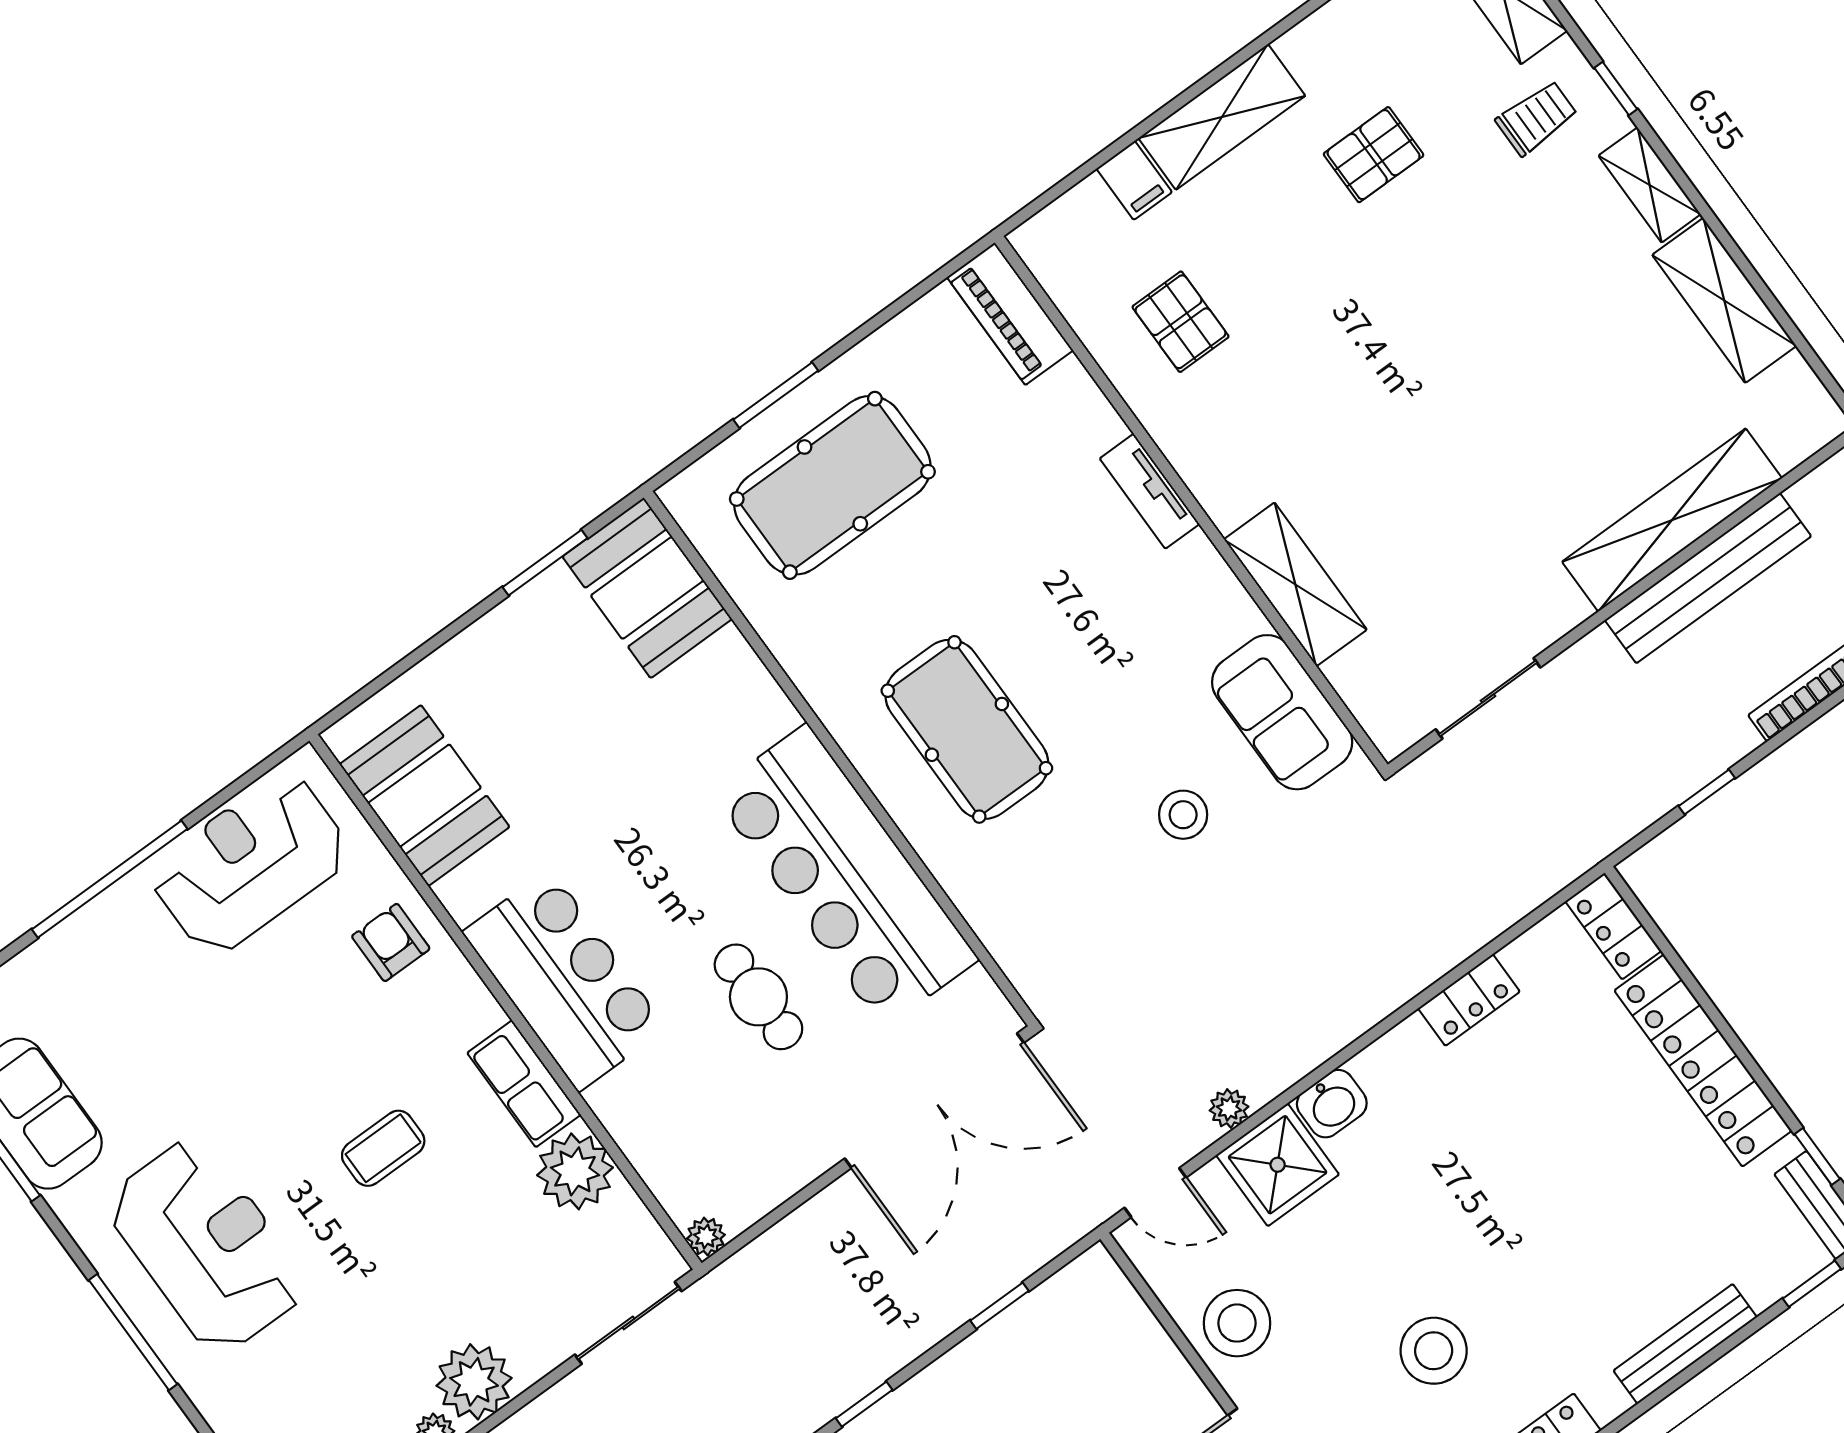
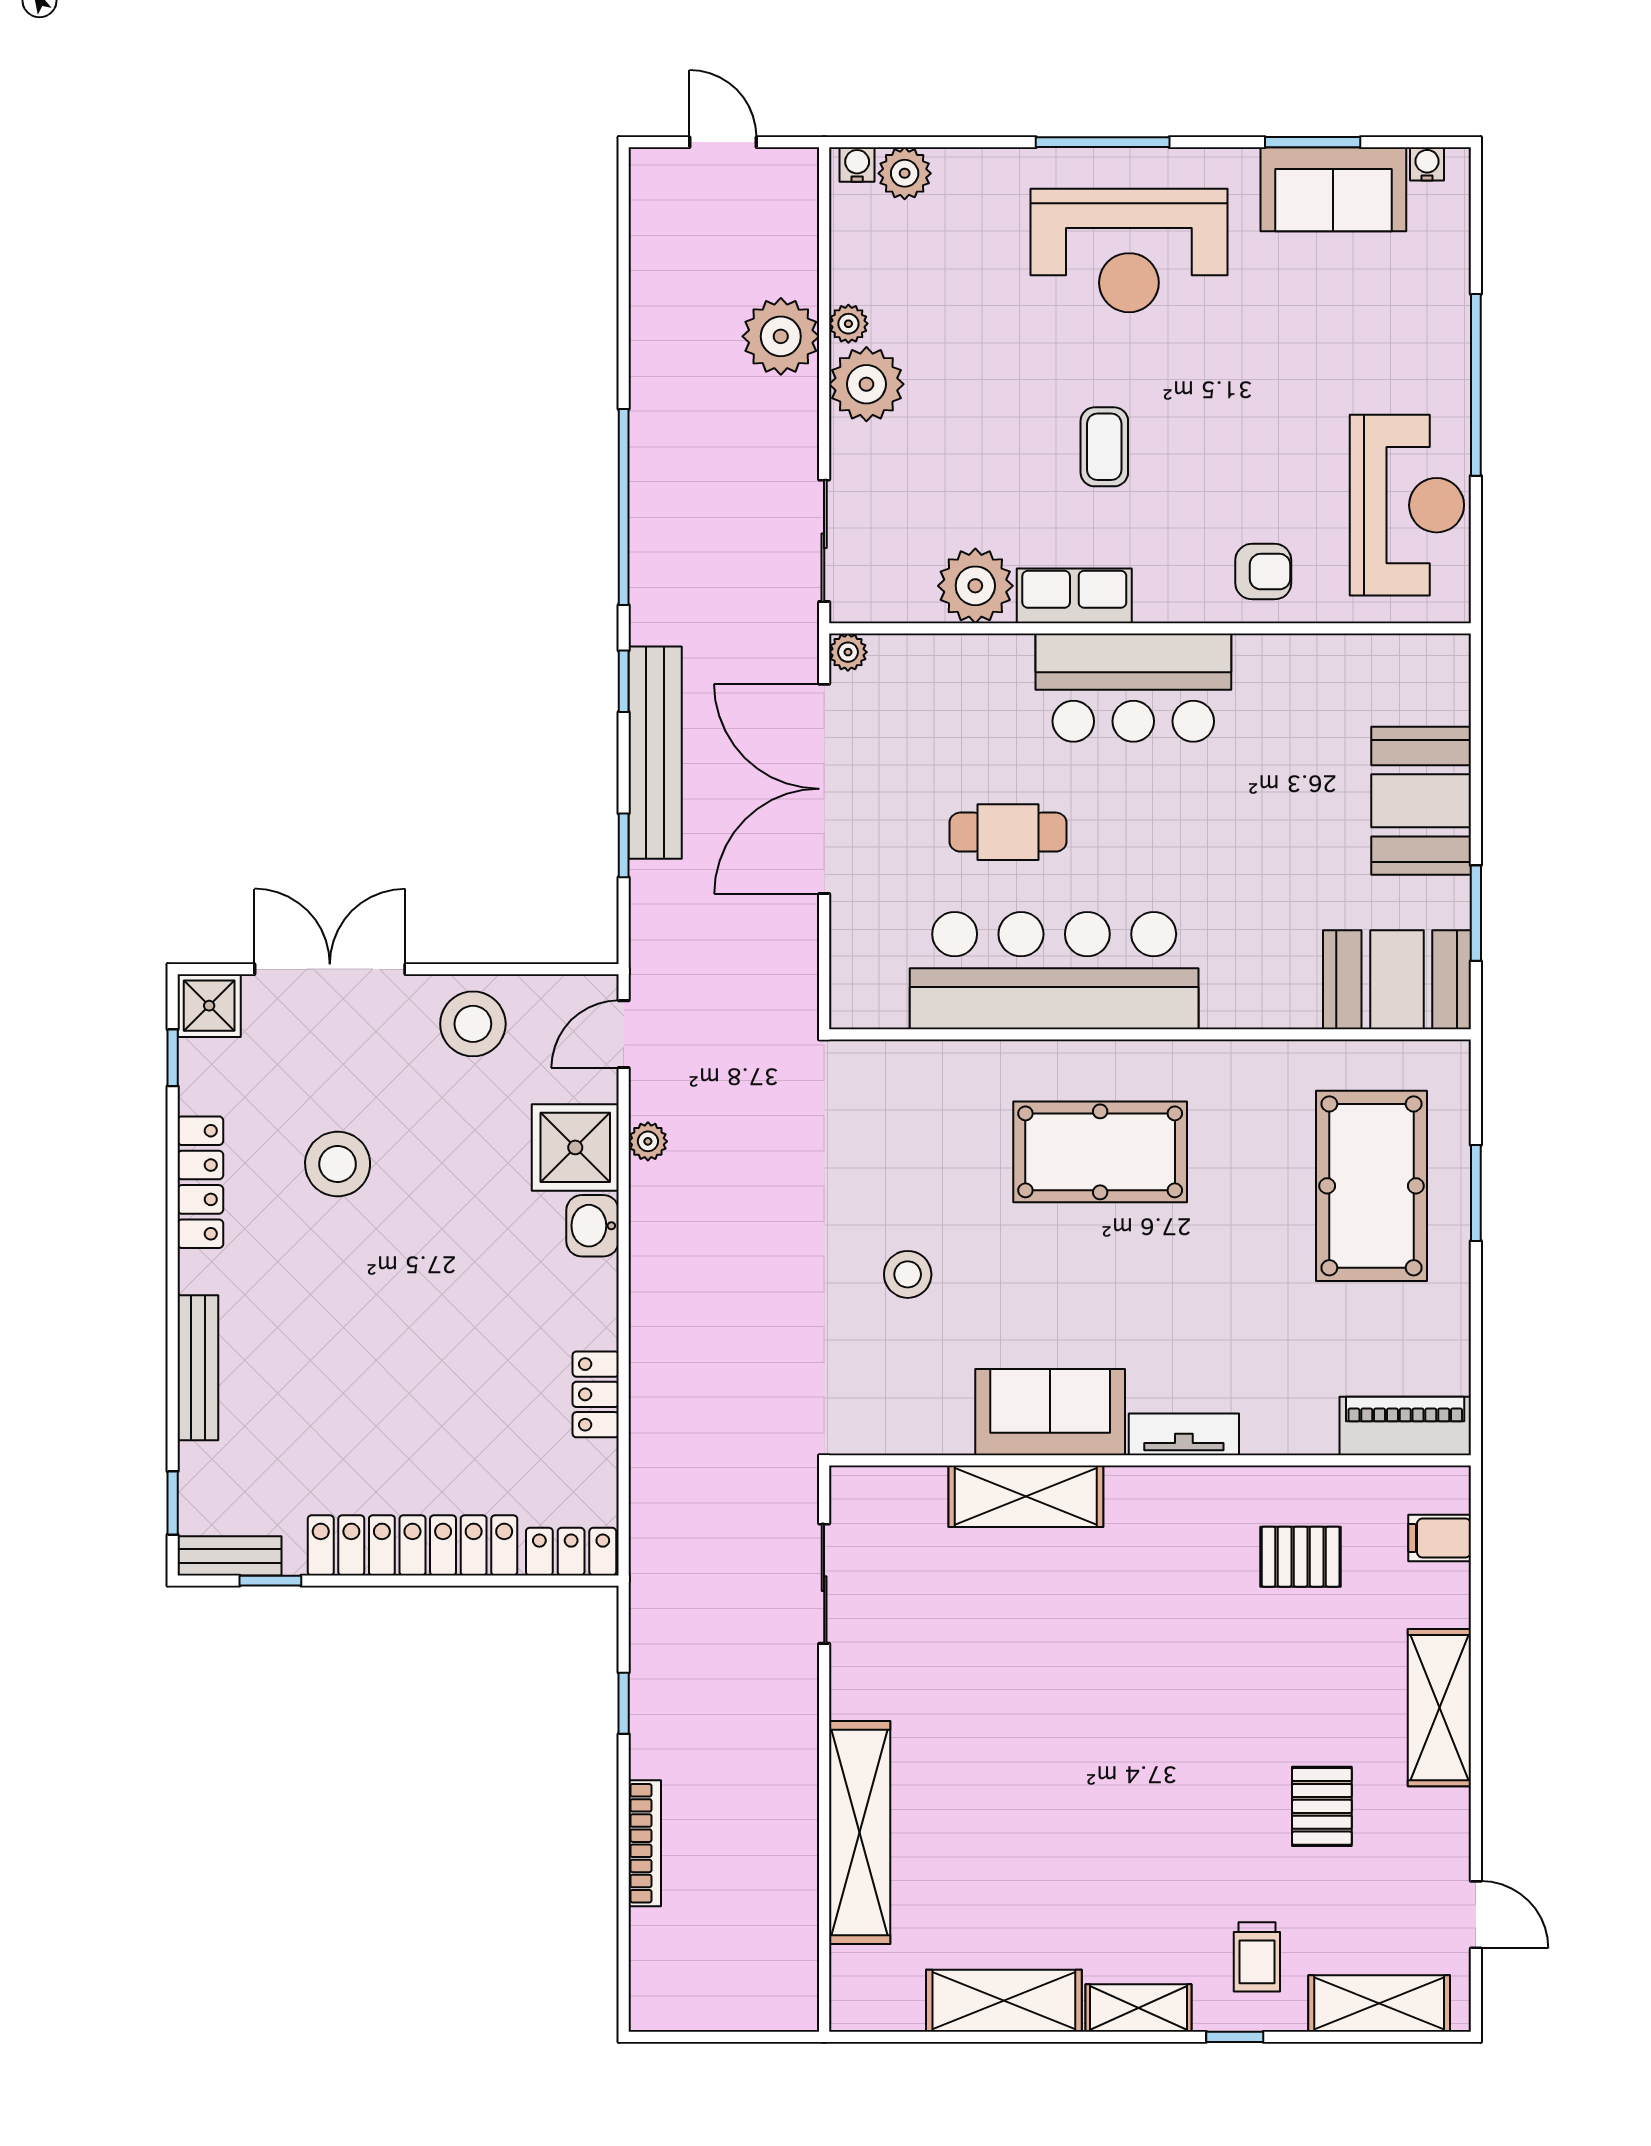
filing cabinet: (1134, 180) -> (1440, 1538), moved
bench: (1708, 578) -> (655, 753), moved
sofa: (1282, 712) -> (1050, 1412), moved
booth: (424, 796) -> (1421, 801), moved, turned 90
double door: (934, 1101) -> (824, 789), moved

